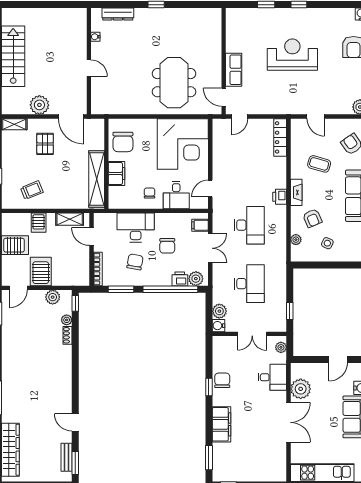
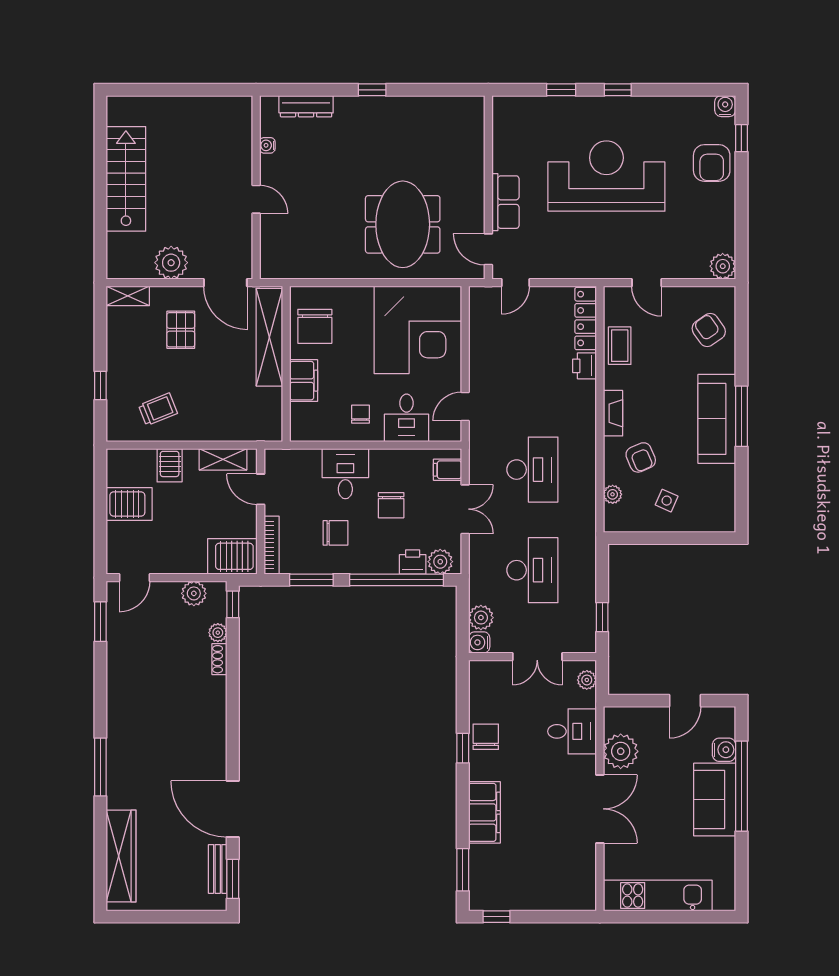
reception desk: (292, 55) -> (606, 176), width x1.36, depth x1.30
coffee table: (319, 164) -> (620, 346), moved, turned 74
shelving: (97, 179) -> (269, 337), moved
printer: (280, 197) -> (584, 366), moved
desk: (136, 228) -> (345, 474), width x0.73
chair: (135, 262) -> (336, 533), turned 80
server rack: (41, 271) -> (232, 556), moved, turned -90
door: (75, 422) -> (233, 809), width x1.87

